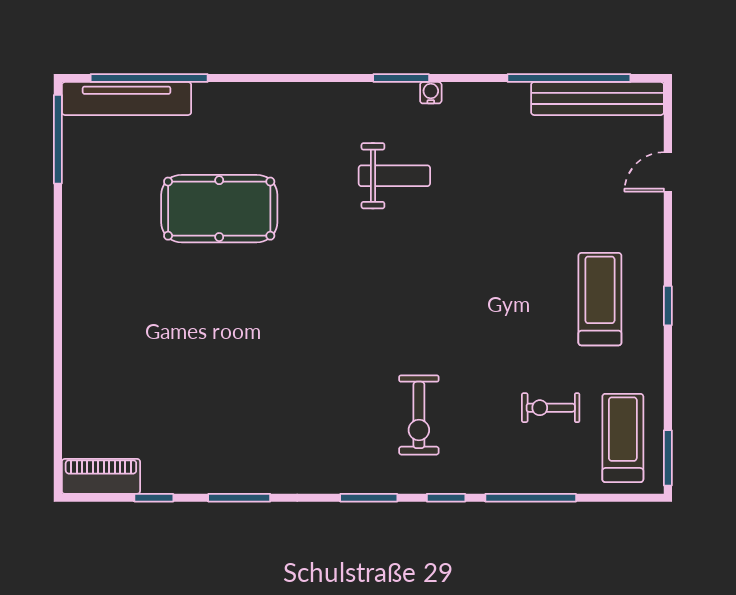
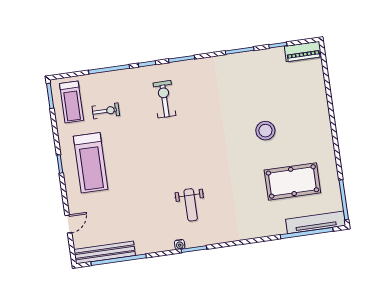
weight bench: (394, 176) -> (191, 205), turned -90
pool table: (219, 209) -> (292, 181), moved
treadmill: (600, 299) -> (91, 163), width x1.37, depth x1.38
stool: (208, 315) -> (265, 131), added

